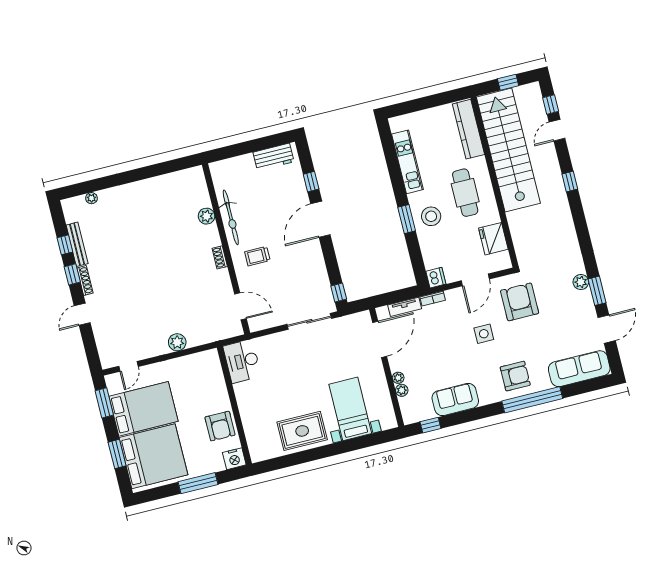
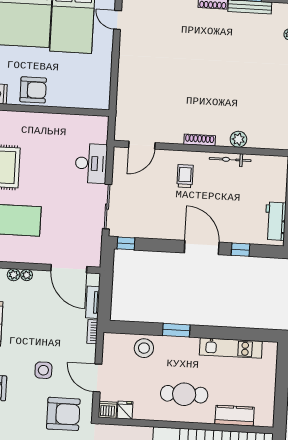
kitchen counter: (468, 129) -> (235, 416), width x0.67
stool: (431, 216) -> (144, 348), moved
bicycle: (231, 217) -> (230, 160), width x0.73, depth x0.71
fridge: (493, 239) -> (125, 410), width x0.53, depth x0.75
shoe rack: (220, 257) -> (200, 140), width x1.43
dishwasher: (436, 278) -> (108, 410), moved, turned 180
plant: (177, 342) -> (126, 74), removed
desk: (242, 361) -> (91, 163), moved, turned 90
armchair: (220, 426) -> (33, 90), turned 180

